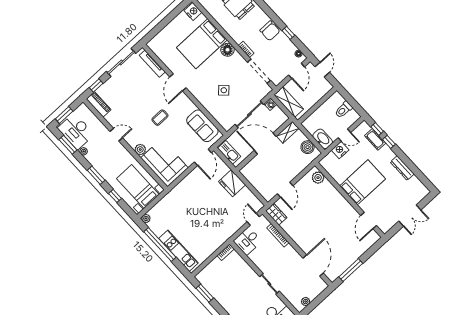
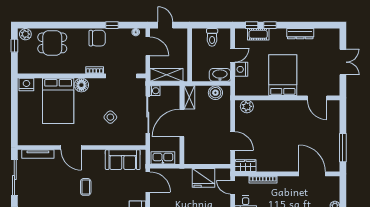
fridge: (232, 183) -> (203, 178), moved

